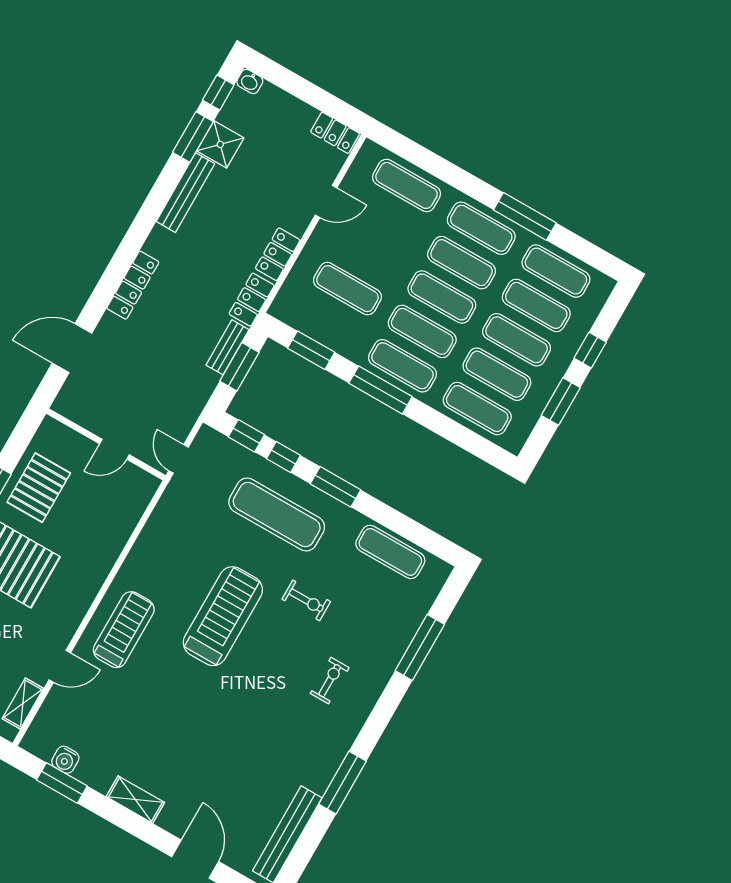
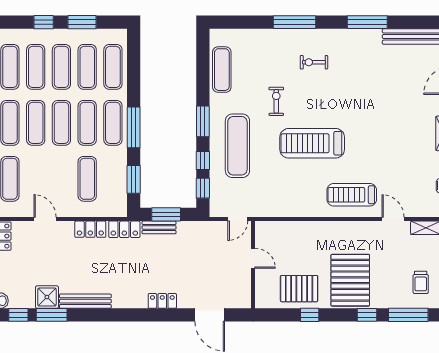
locker: (133, 285) -> (162, 301), width x0.66
window: (420, 648) -> (294, 22), moved

